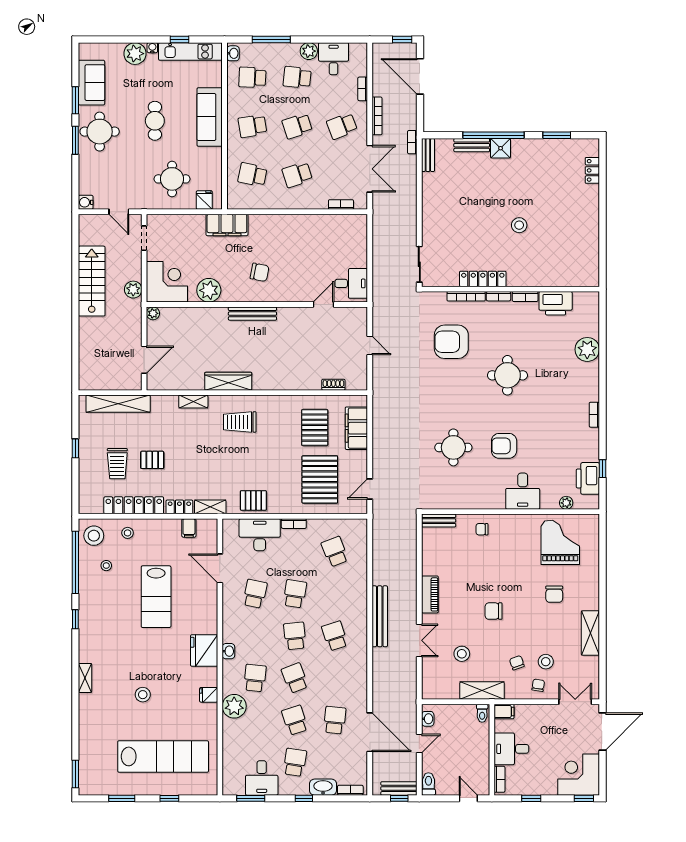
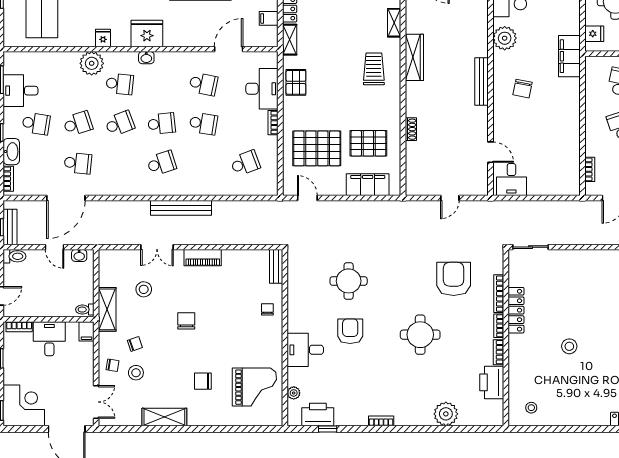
stool: (581, 263) -> (531, 408), added
shoe rack: (333, 385) -> (411, 129), moved

